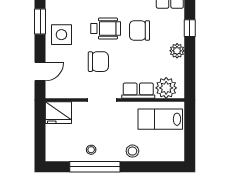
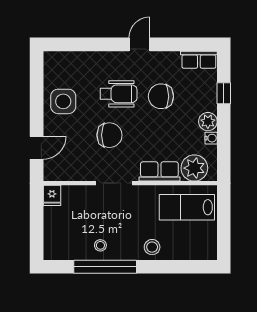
window: (40, 22) -> (37, 85), removed
water cooler: (180, 64) -> (211, 138), added
fridge: (58, 113) -> (52, 195), width x0.53, depth x0.75

